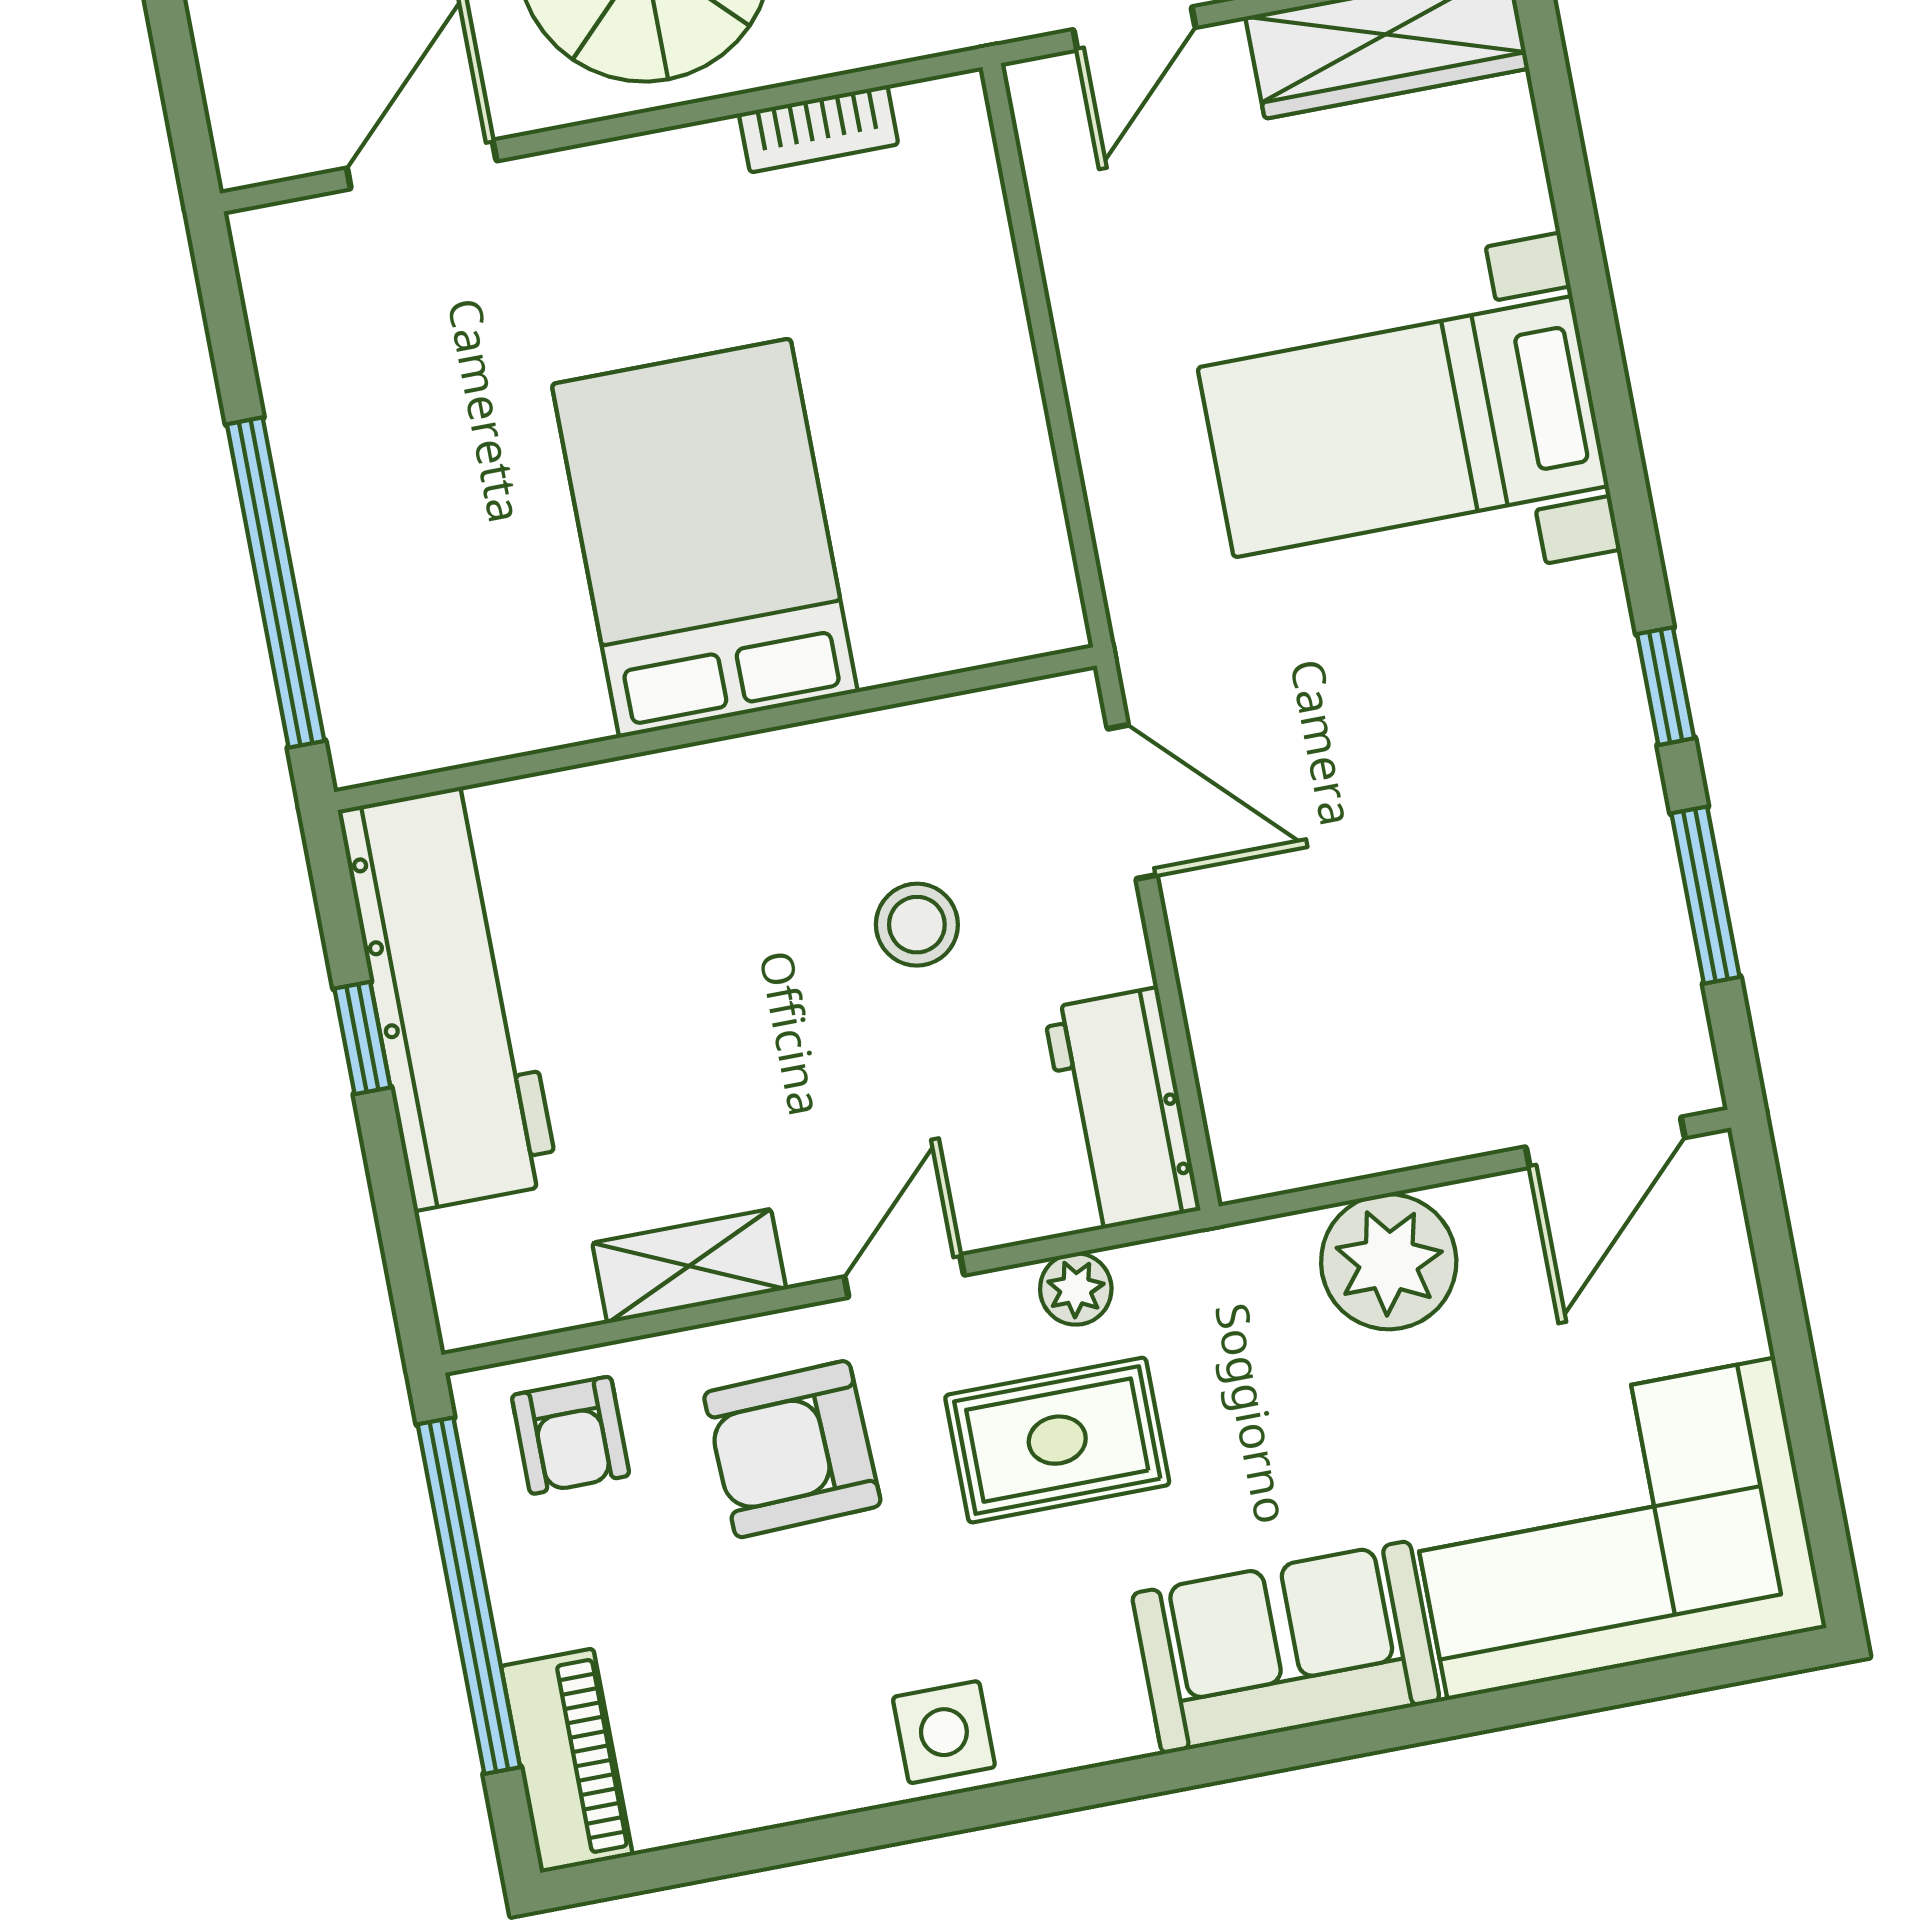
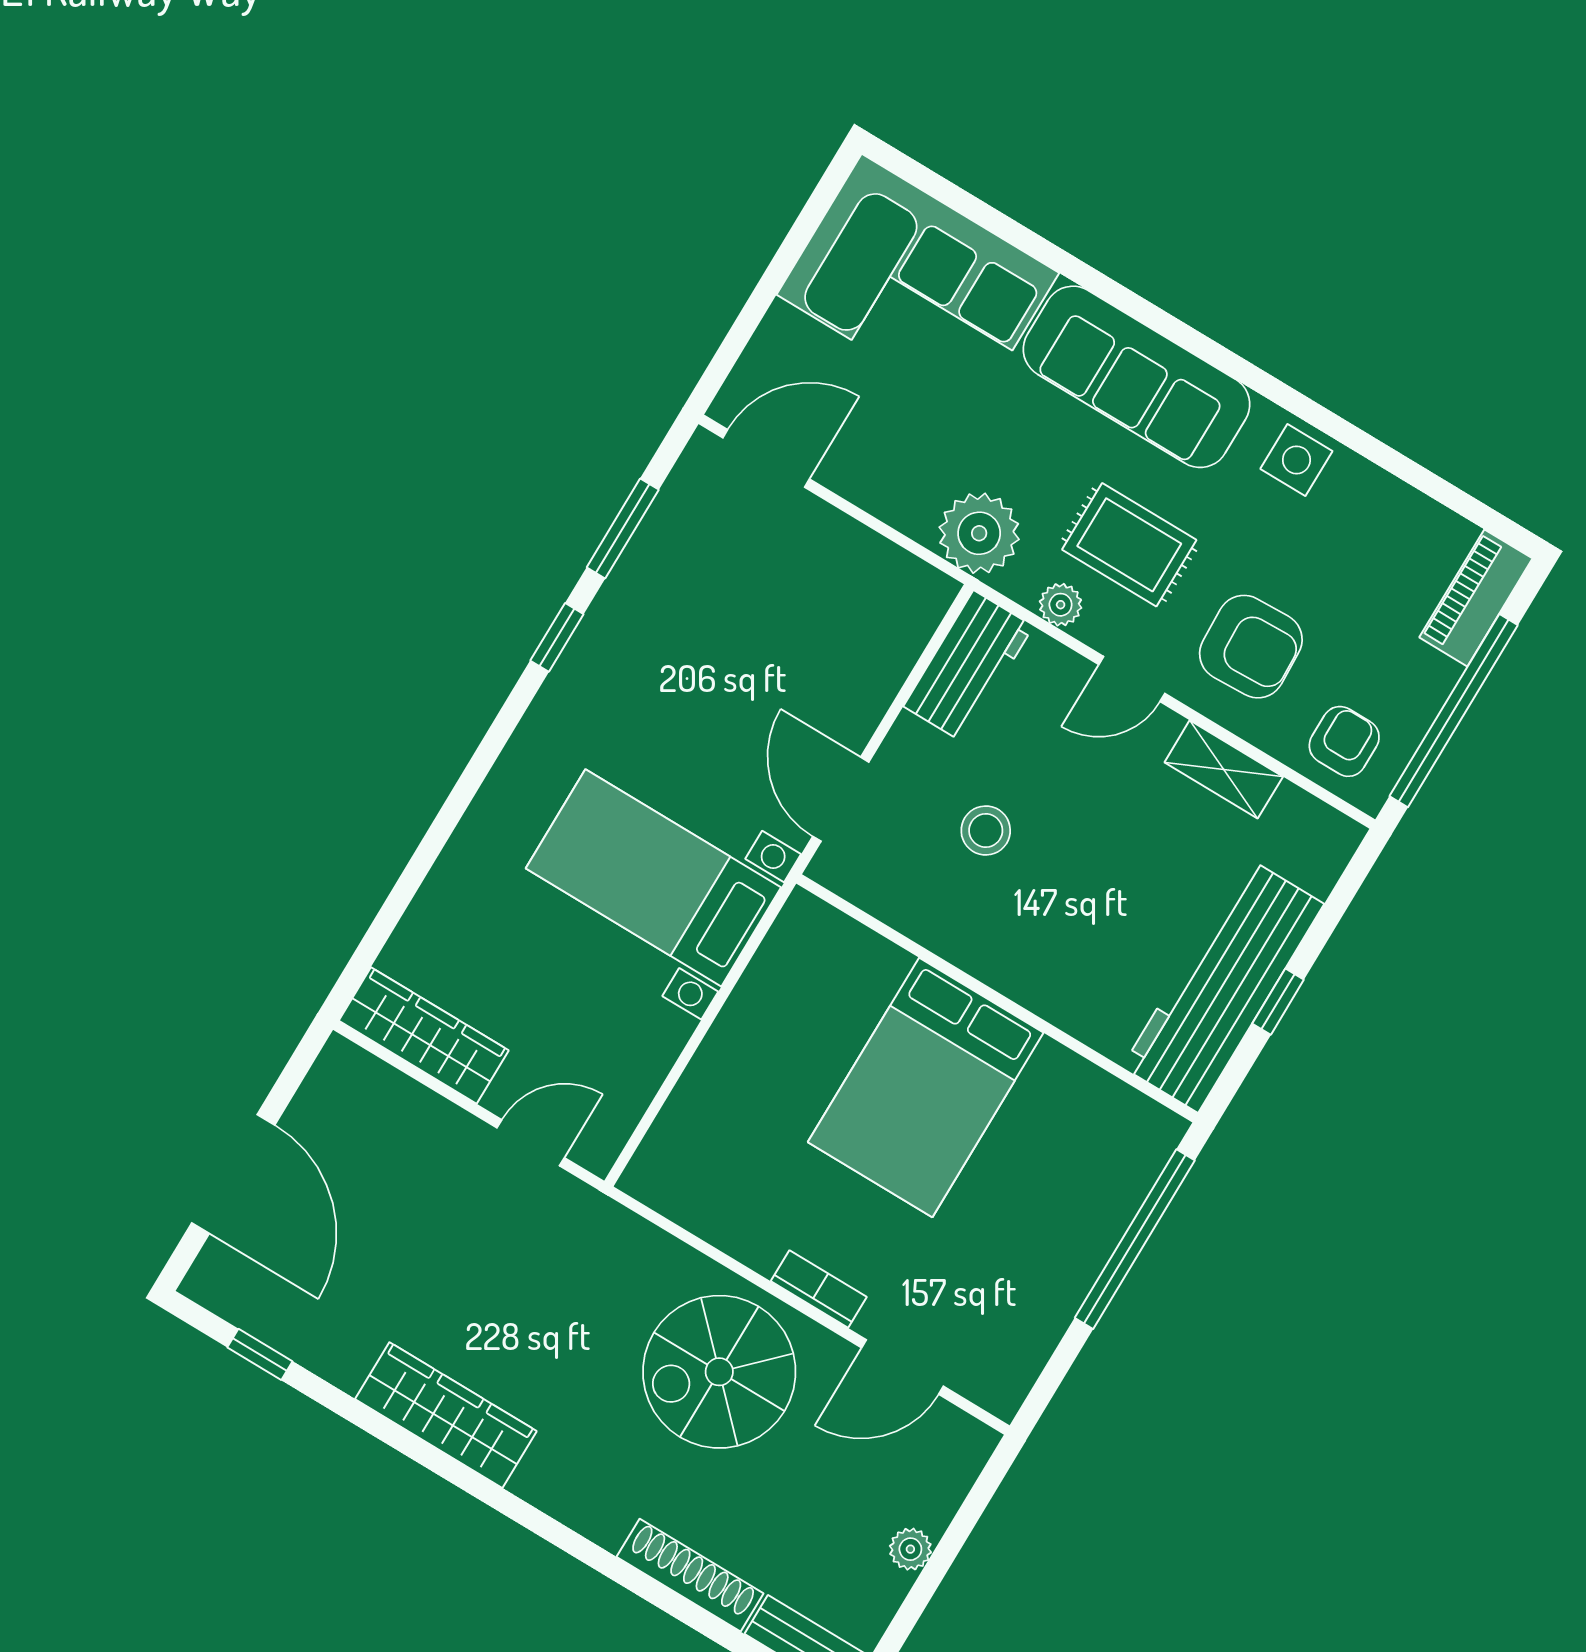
bookcase: (819, 129) -> (819, 1289), moved
bed with nightstands: (1403, 427) -> (653, 878), moved, turned 180
plant: (1389, 1262) -> (979, 533), moved
sofa: (1286, 1648) -> (1137, 377), width x1.36

